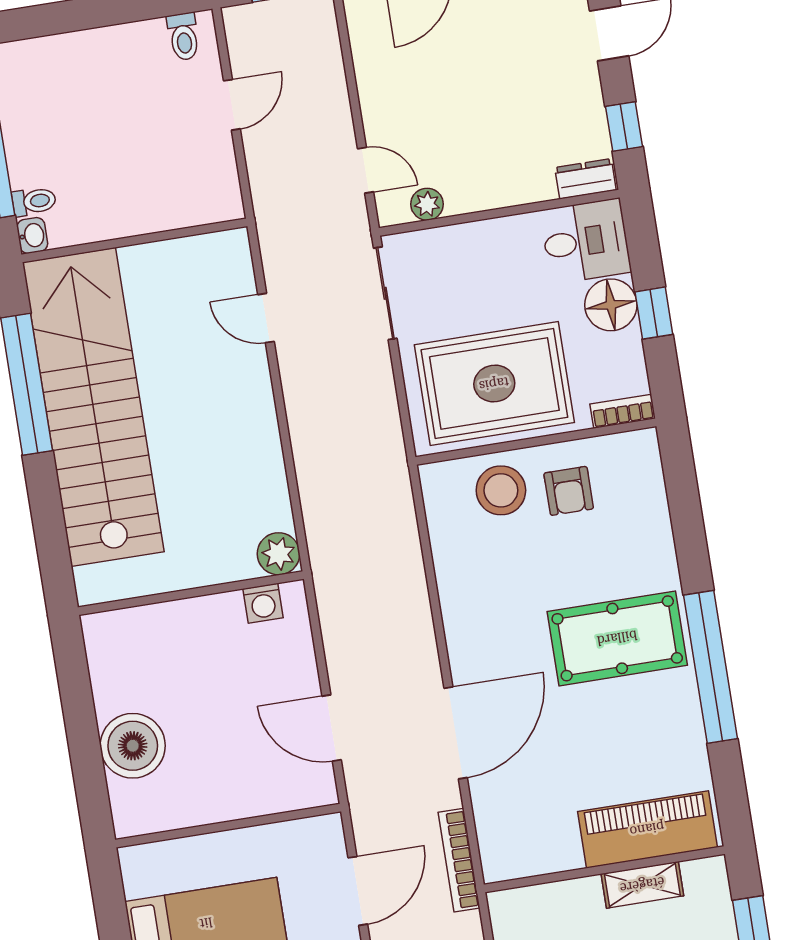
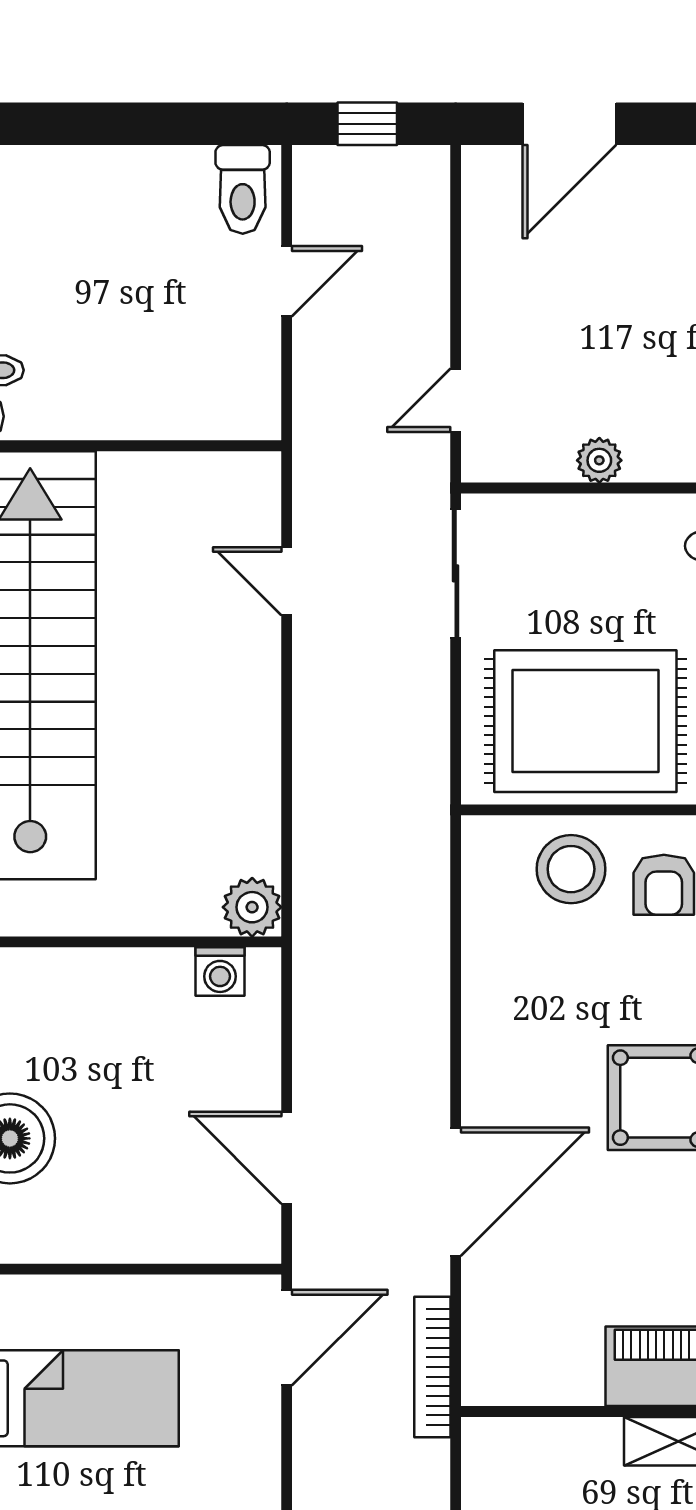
toilet: (183, 37) -> (243, 189), width x1.37, depth x1.39
door: (365, 170) -> (456, 400), swing flipped
plant: (427, 204) -> (599, 460), moved
door: (358, 891) -> (287, 1338), moved

